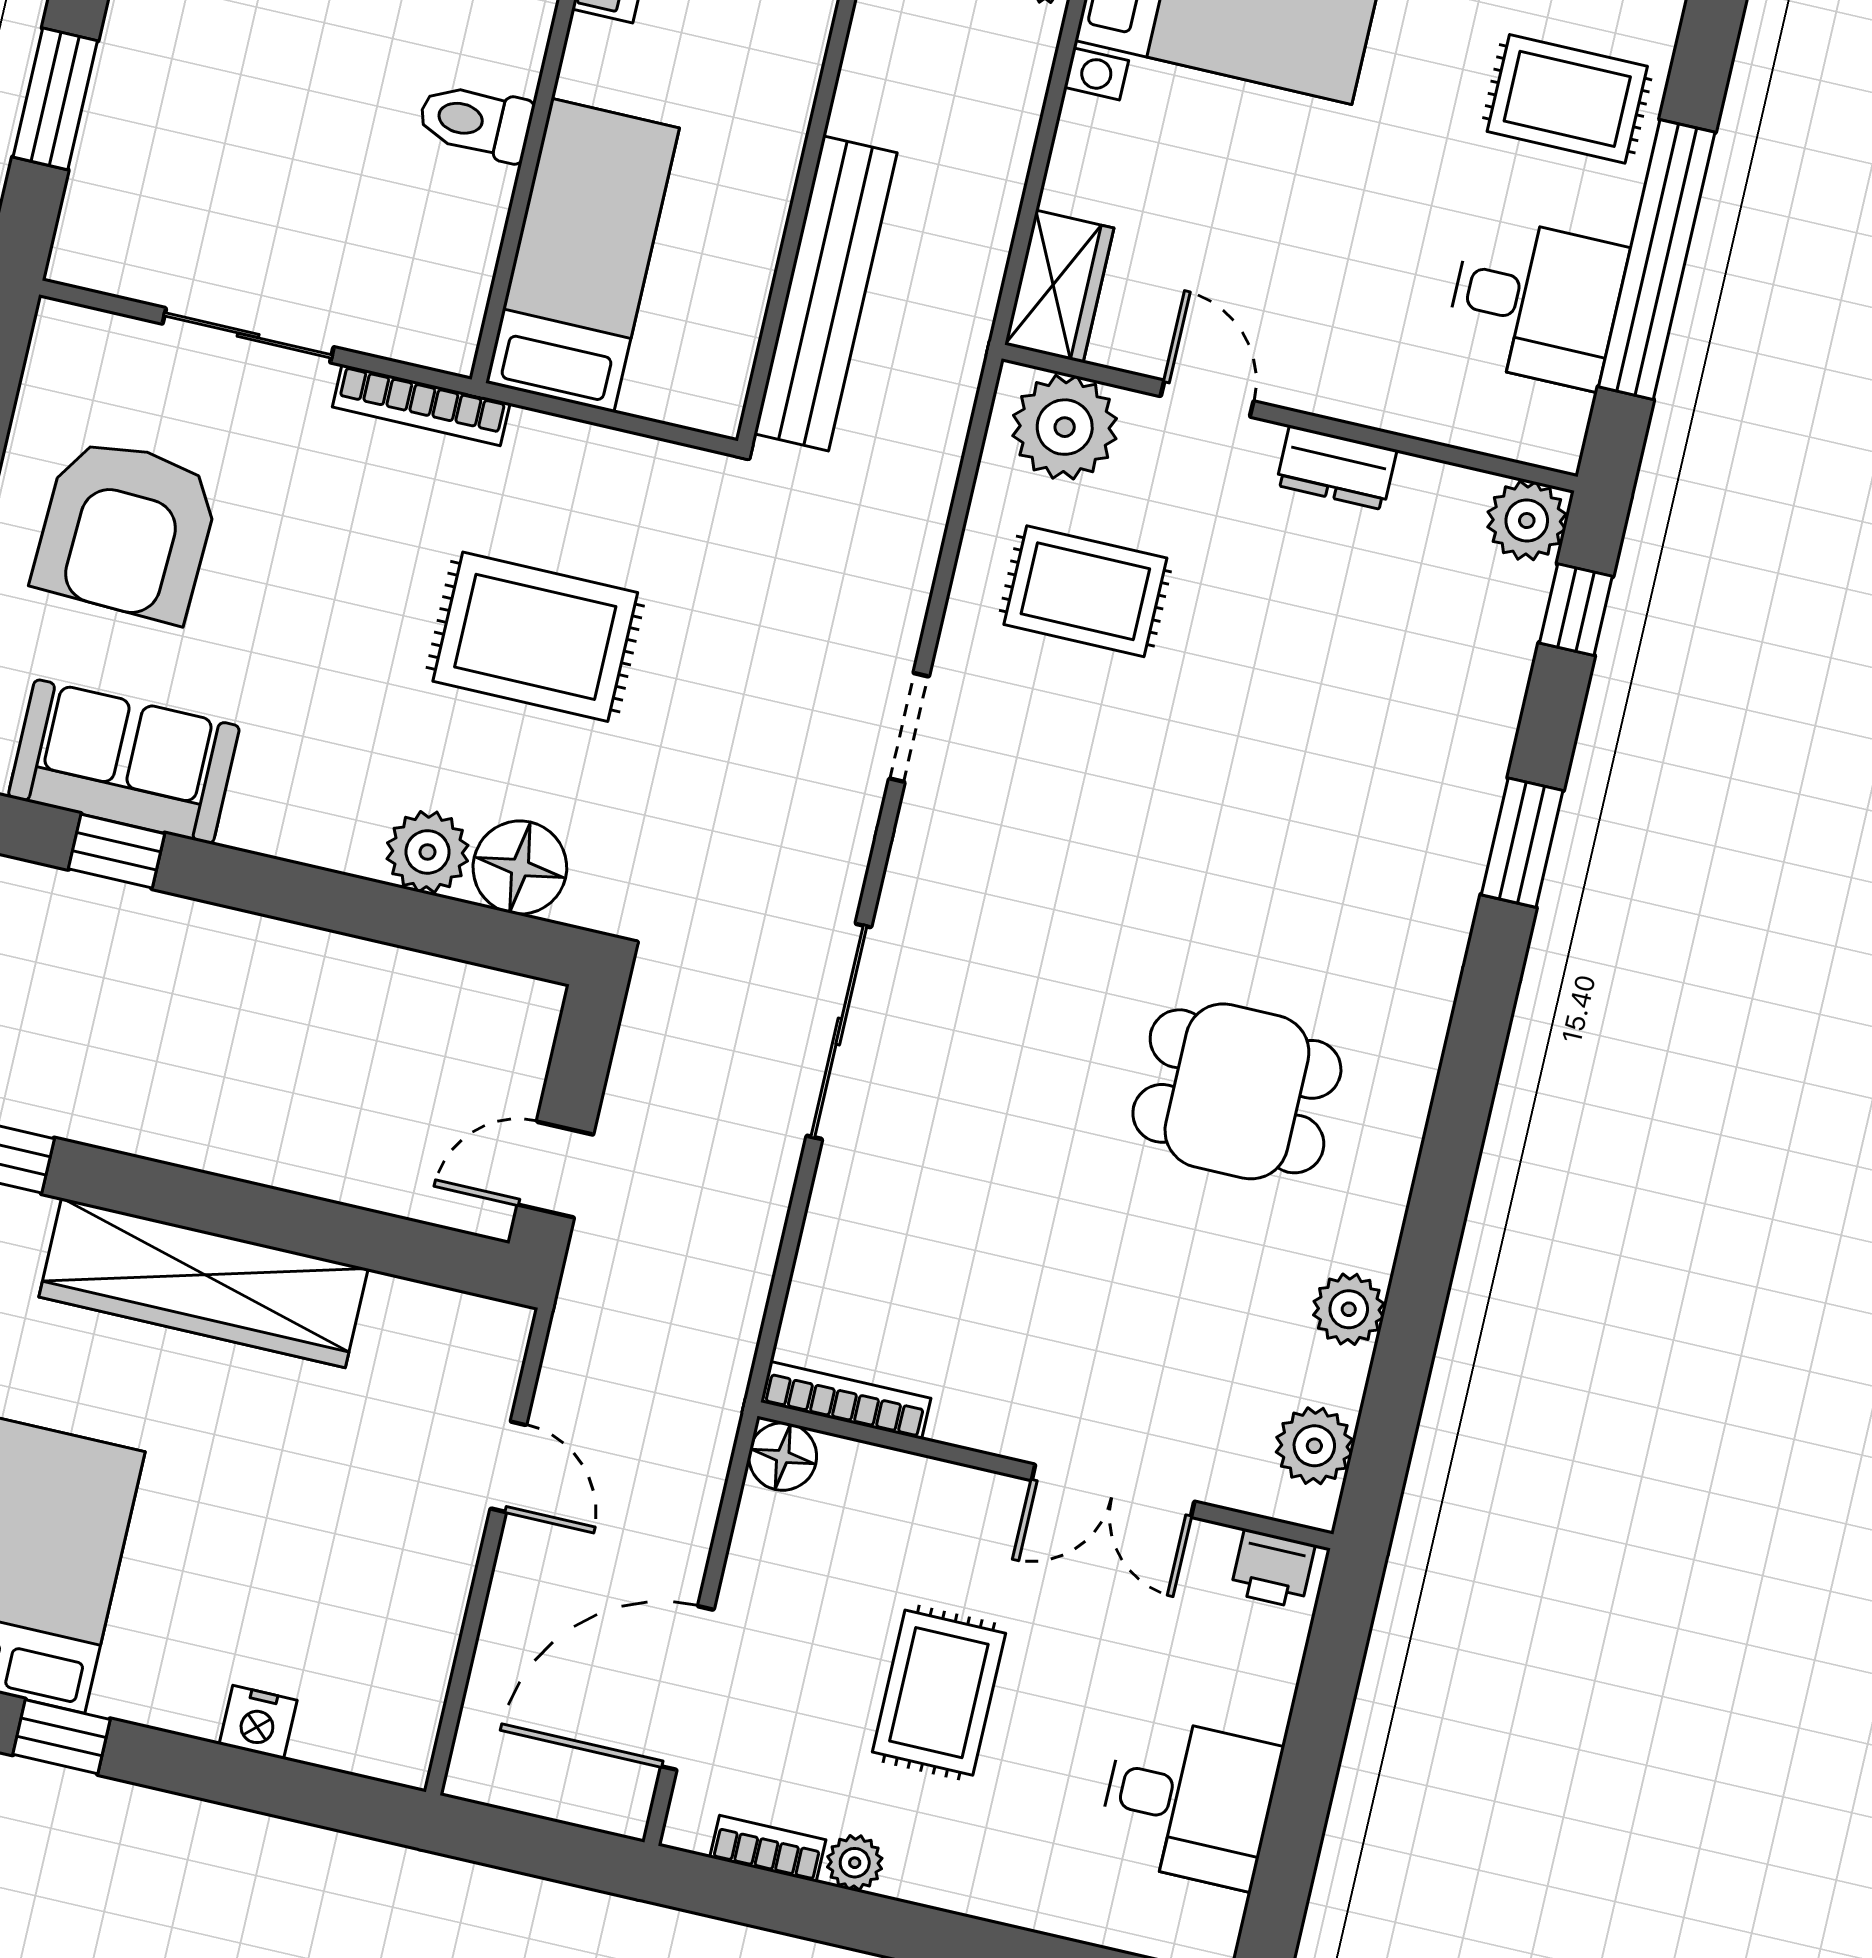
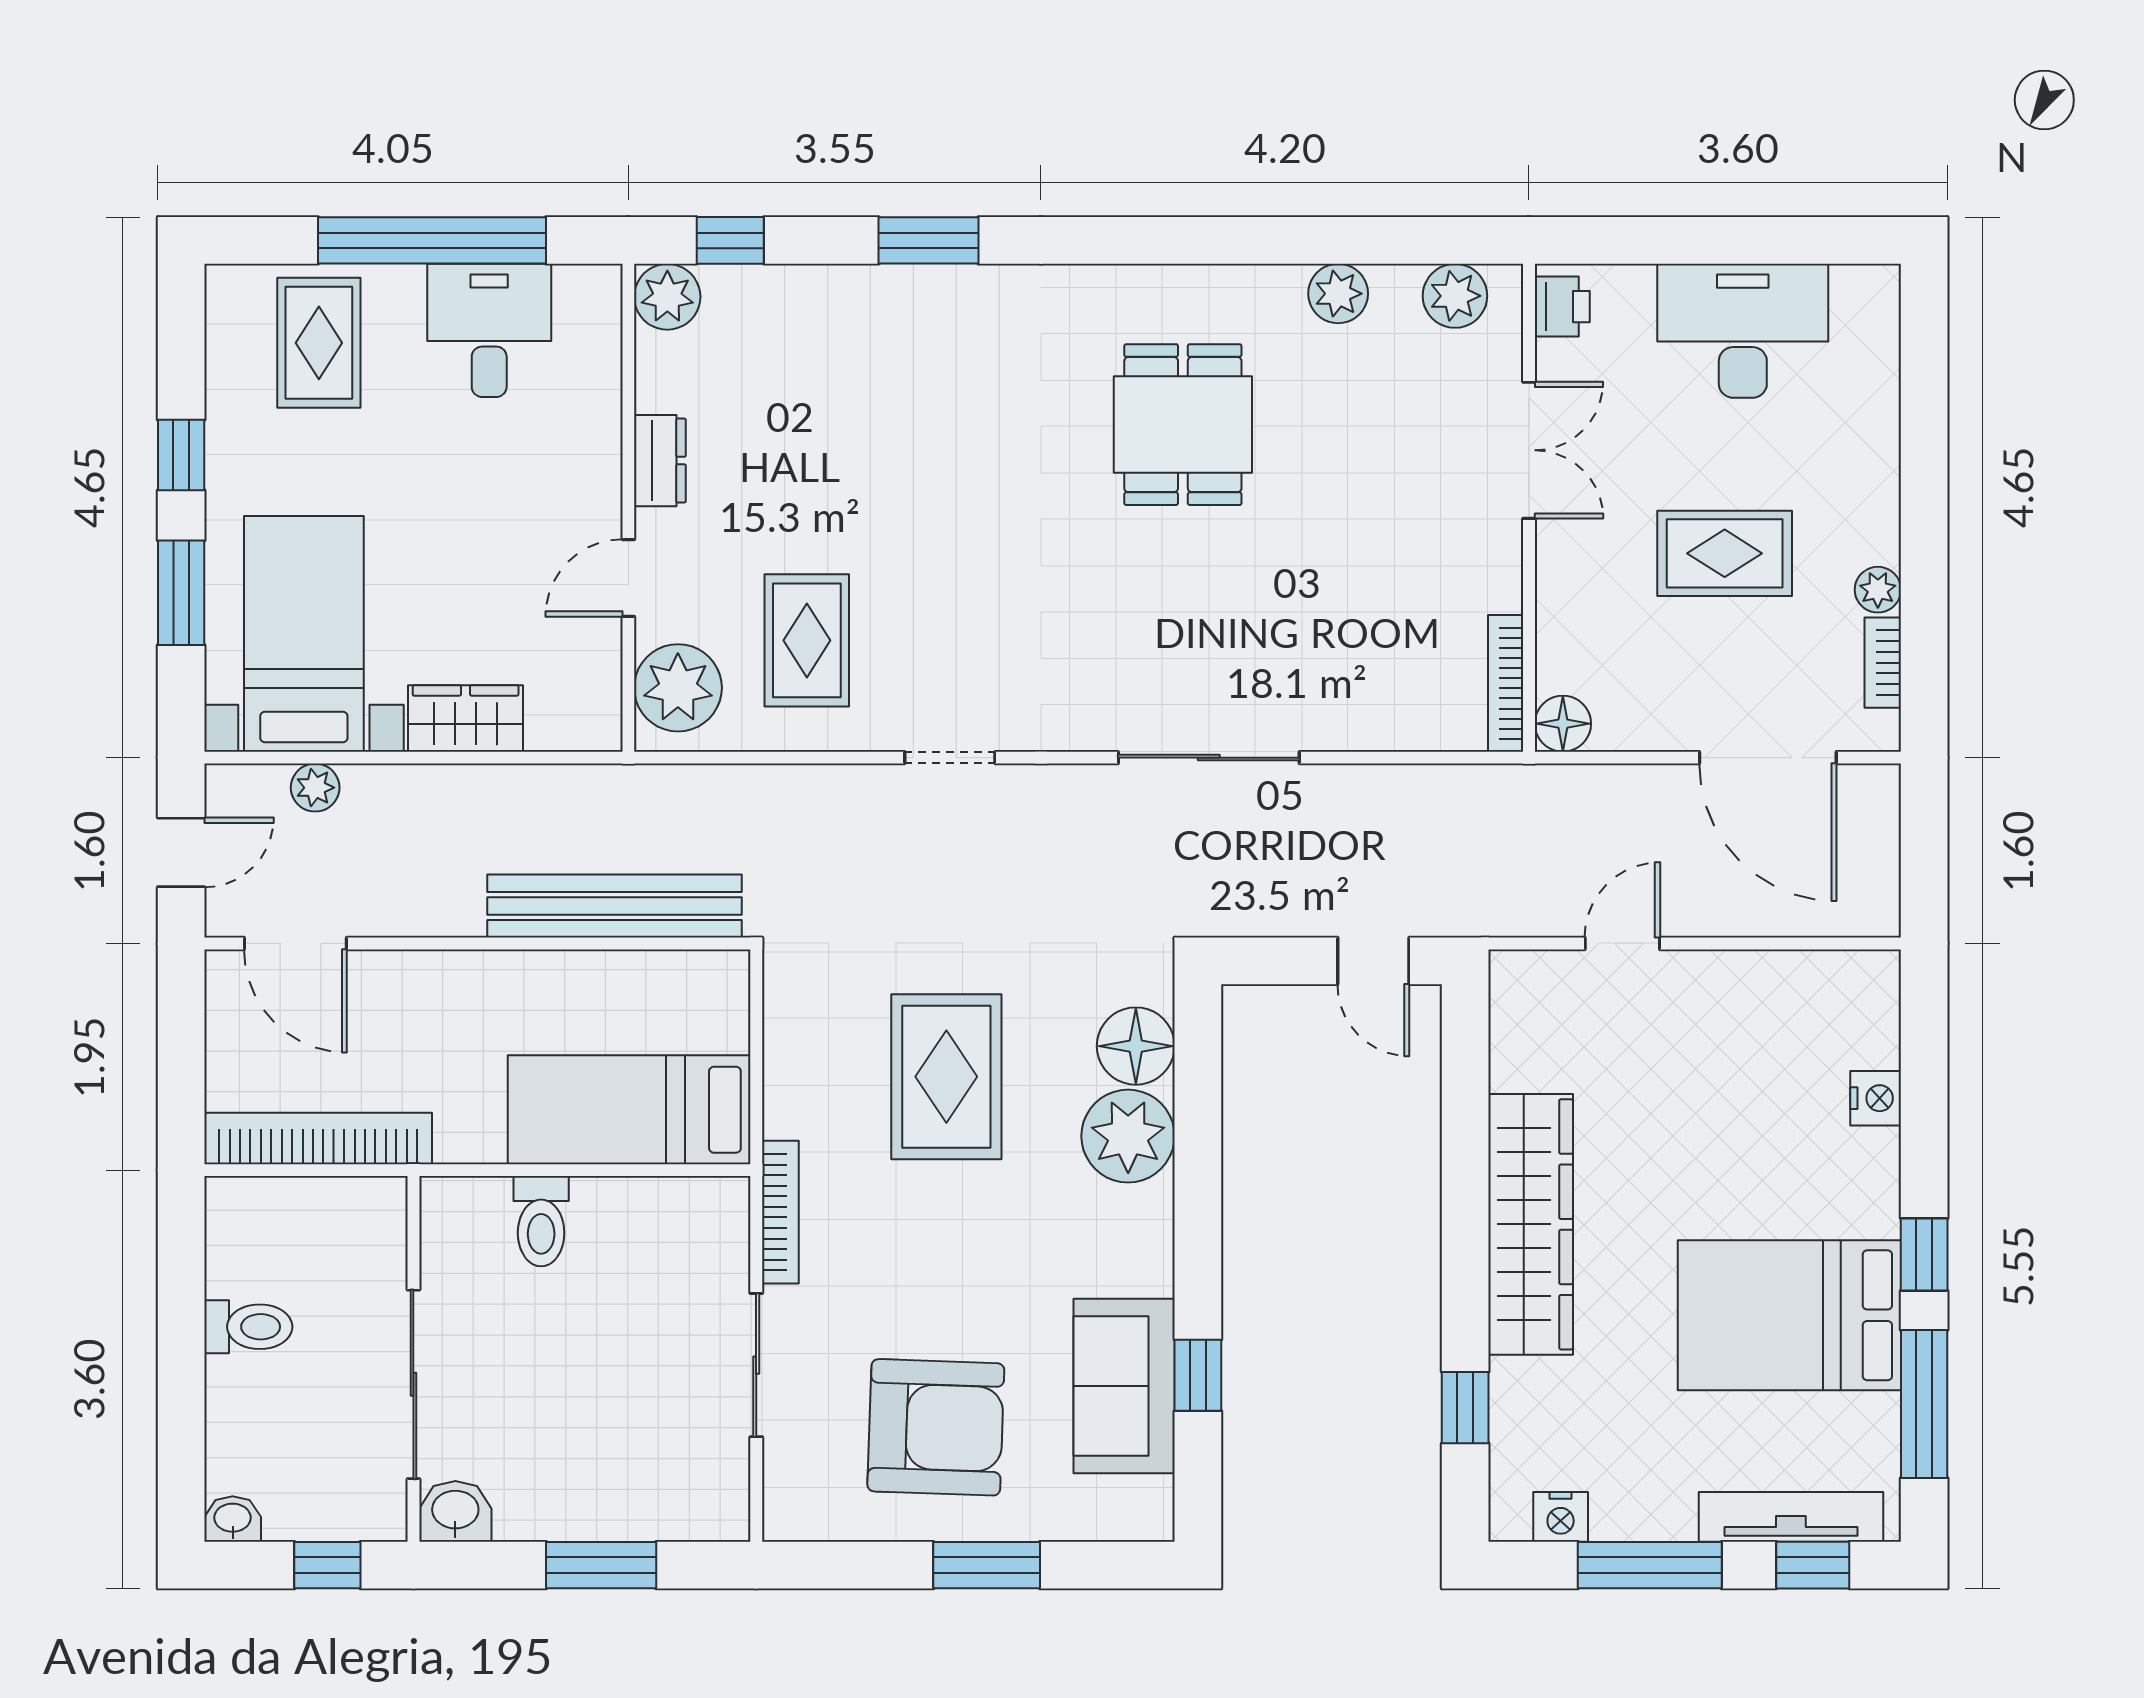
wardrobe: (1059, 286) -> (466, 718), moved
plant: (428, 852) -> (1128, 1136), width x1.36, depth x1.36
desk: (1189, 1802) -> (1743, 331), width x1.37

